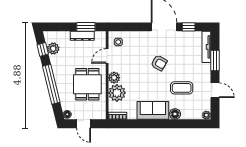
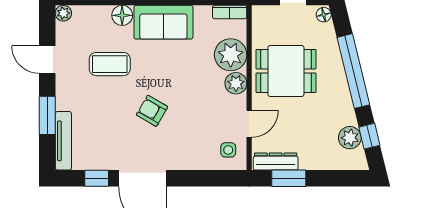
dresser: (82, 36) -> (276, 161), moved
dining table: (87, 84) -> (286, 71), turned 90

